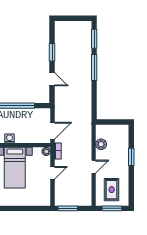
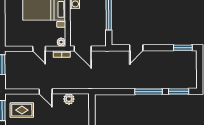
window: (52, 52) -> (183, 48), moved

